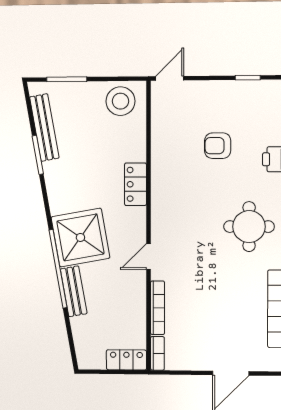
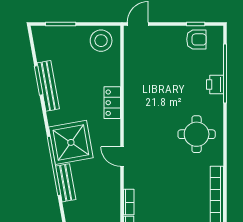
bench: (44, 127) -> (48, 86), moved
armchair: (218, 146) -> (196, 39), moved, turned 180
door: (148, 257) -> (122, 157), hinge flipped
bookcase: (158, 308) -> (129, 202), width x0.64

